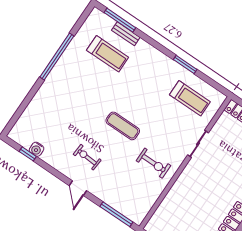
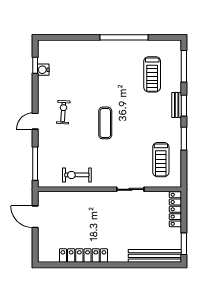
bench: (126, 34) -> (177, 105), moved
window: (155, 44) -> (184, 106), added
exercise bike: (153, 163) -> (77, 175), moved, turned 90

